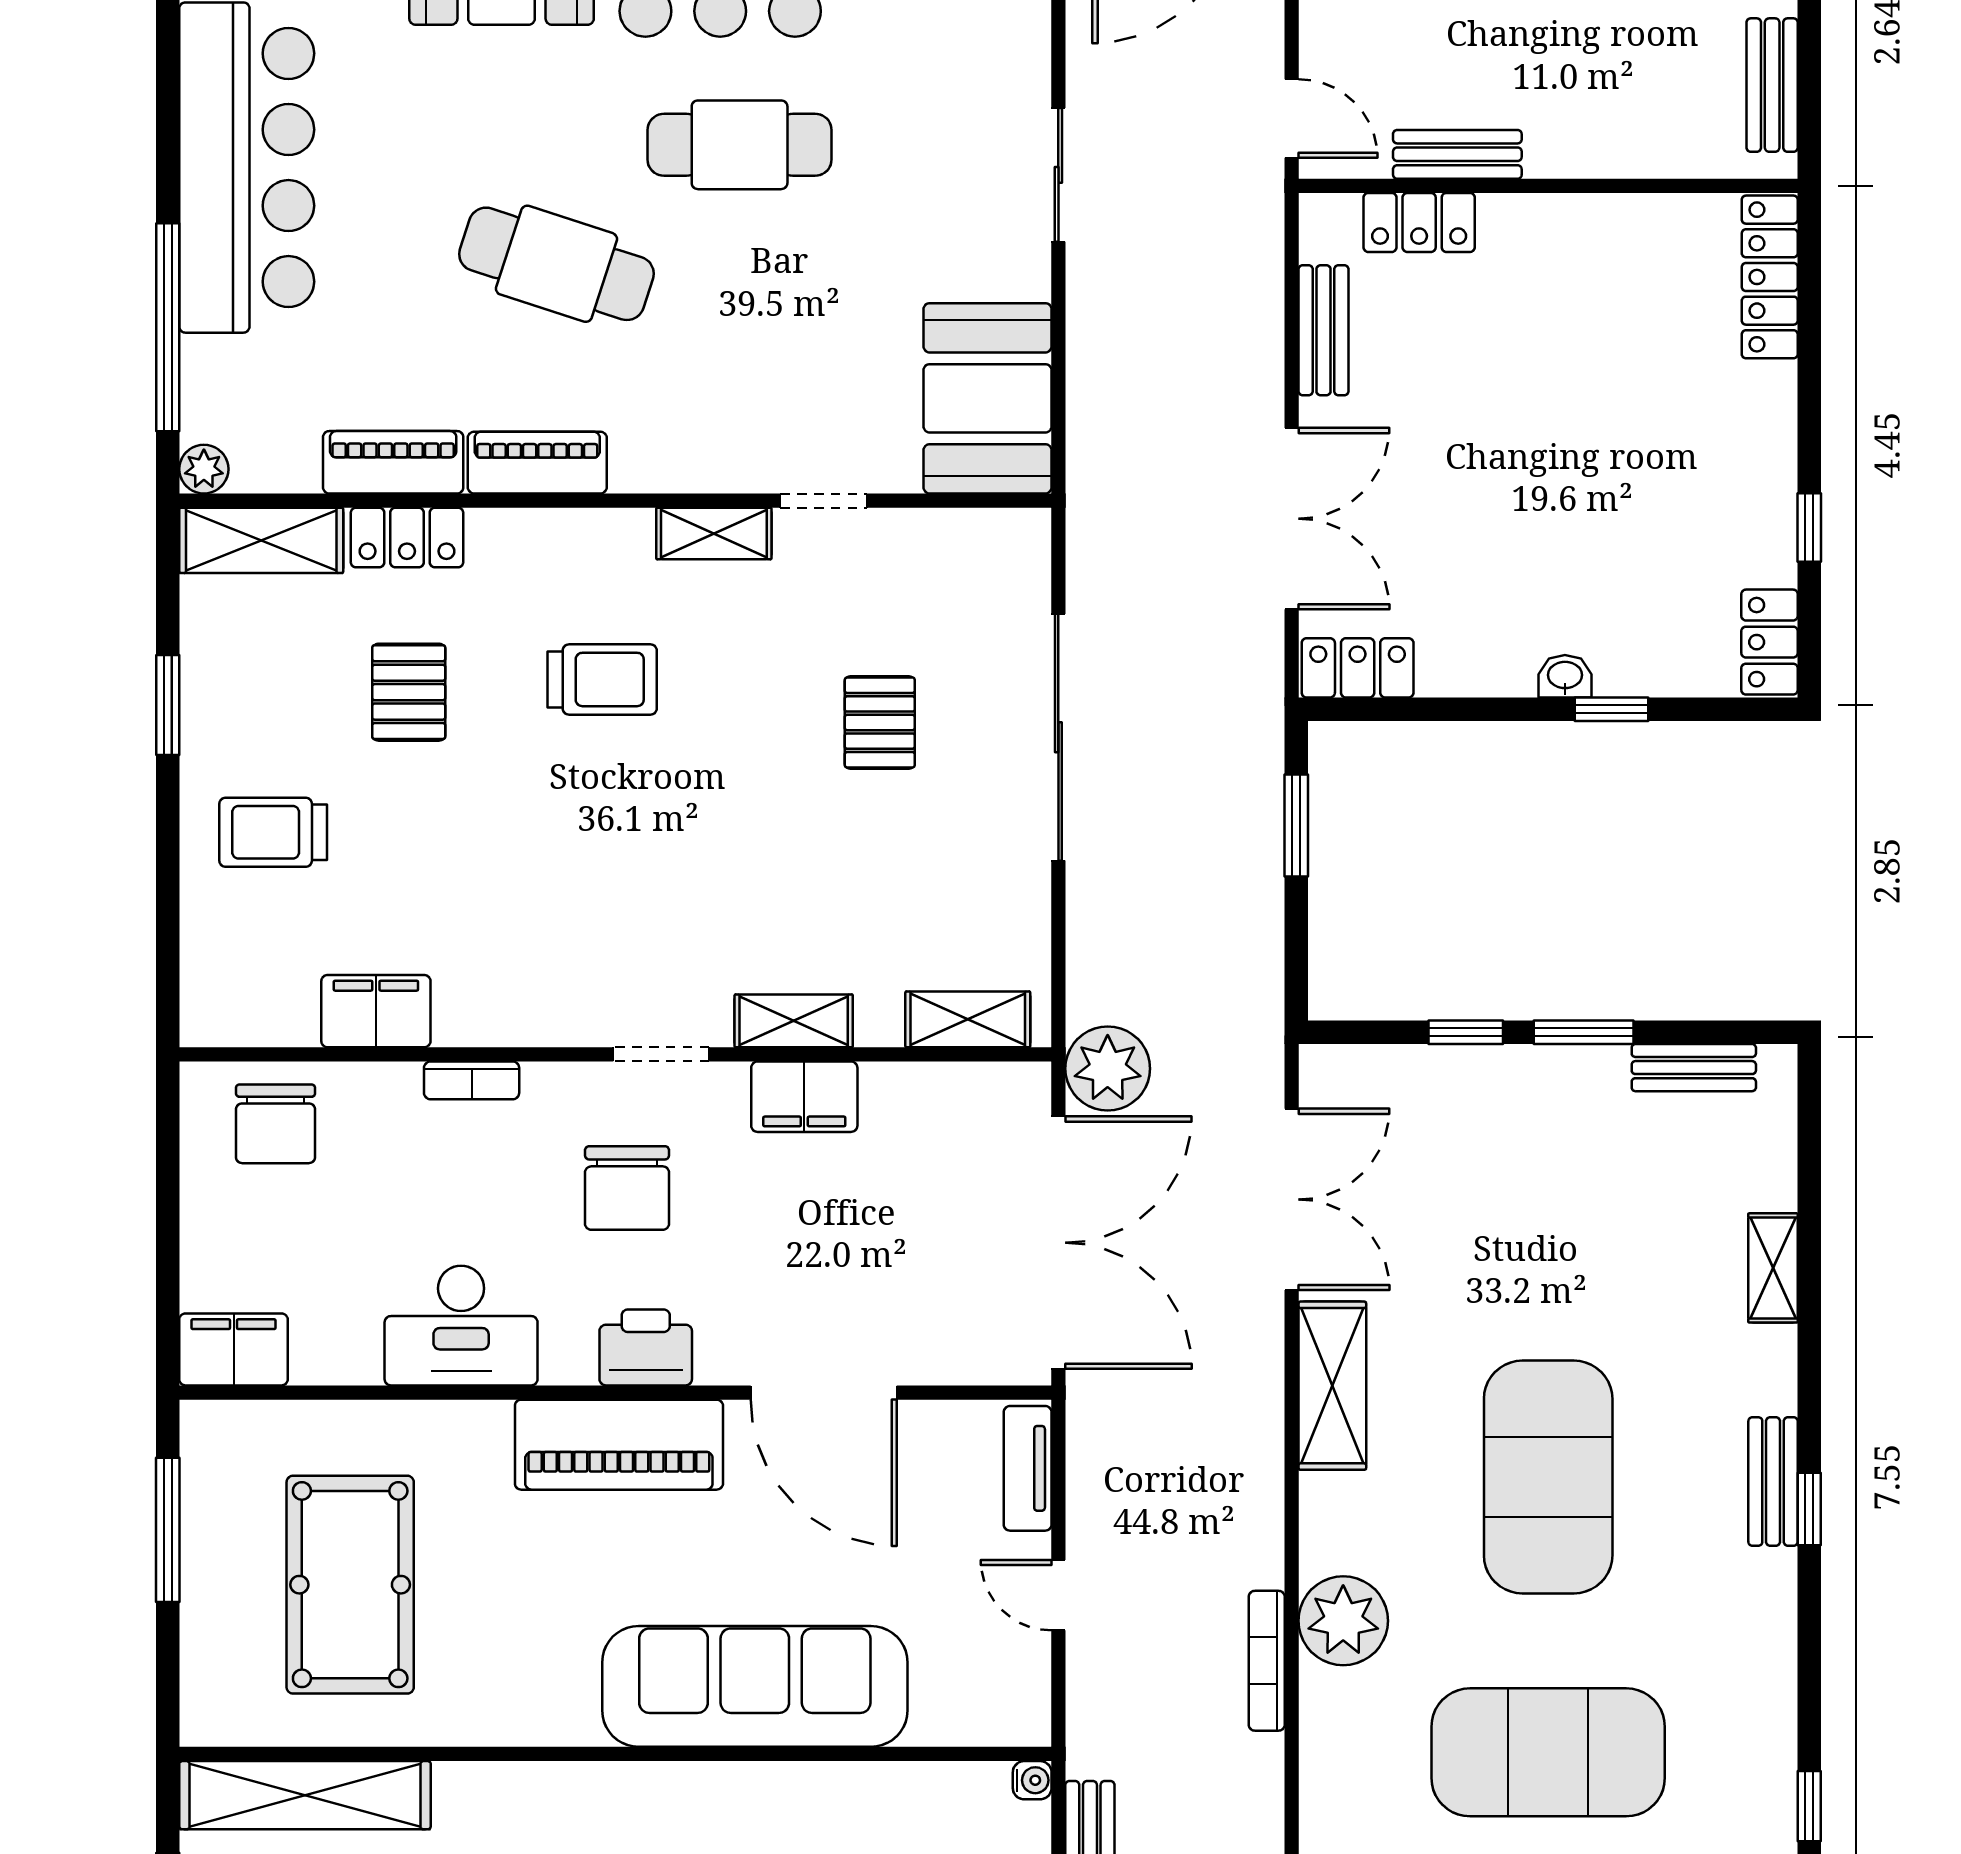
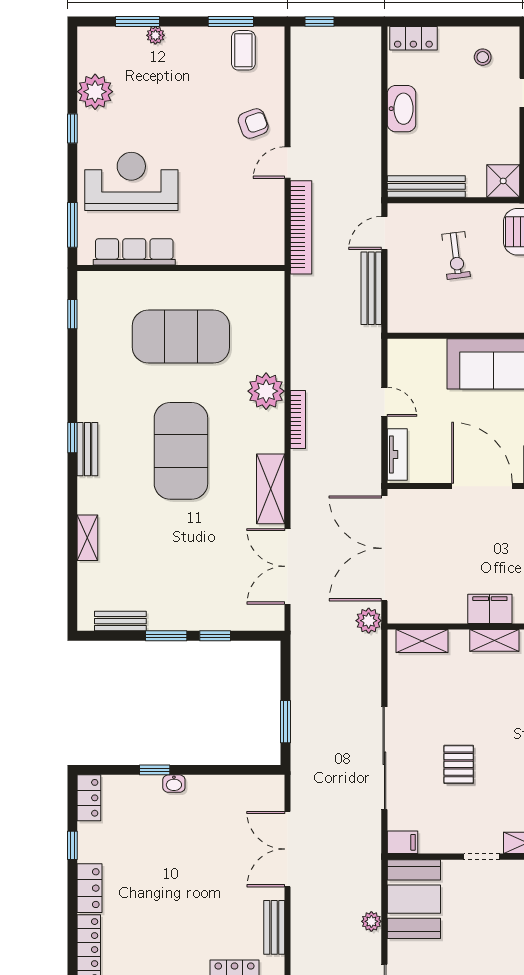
plant: (1090, 345) -> (371, 921), added
filing cabinet: (1015, 535) -> (402, 842), added
locker: (1358, 668) -> (90, 888), moved, turned -90
plant: (1108, 1069) -> (369, 621), width x0.73, depth x0.73
bookcase: (1267, 1661) -> (298, 419), moved
water cooler: (1032, 1780) -> (395, 325), removed

